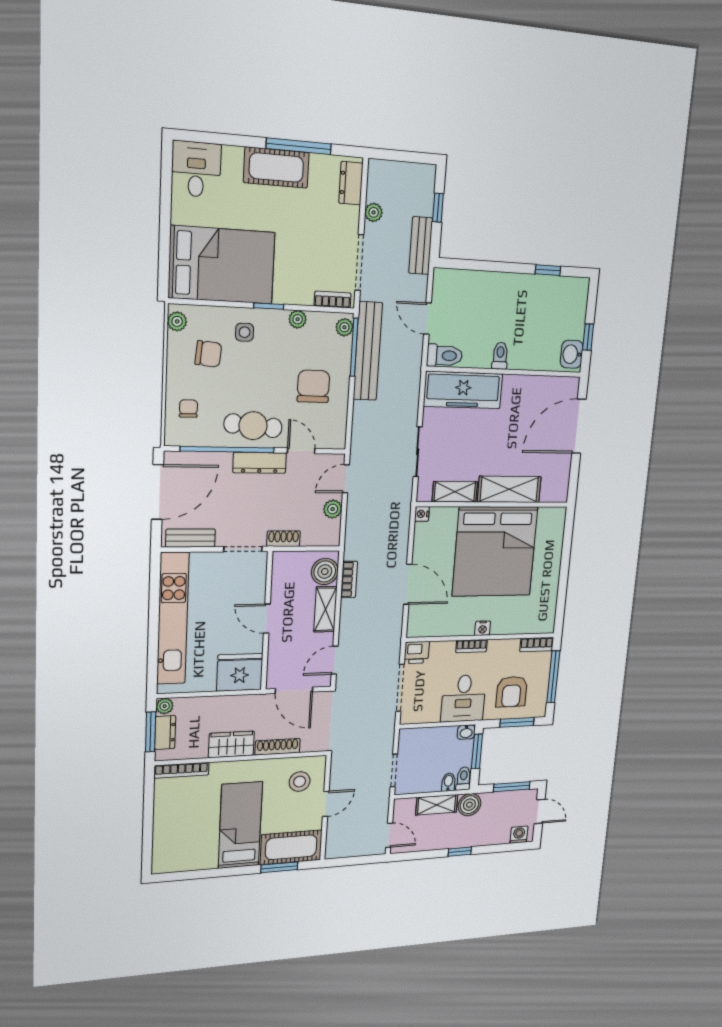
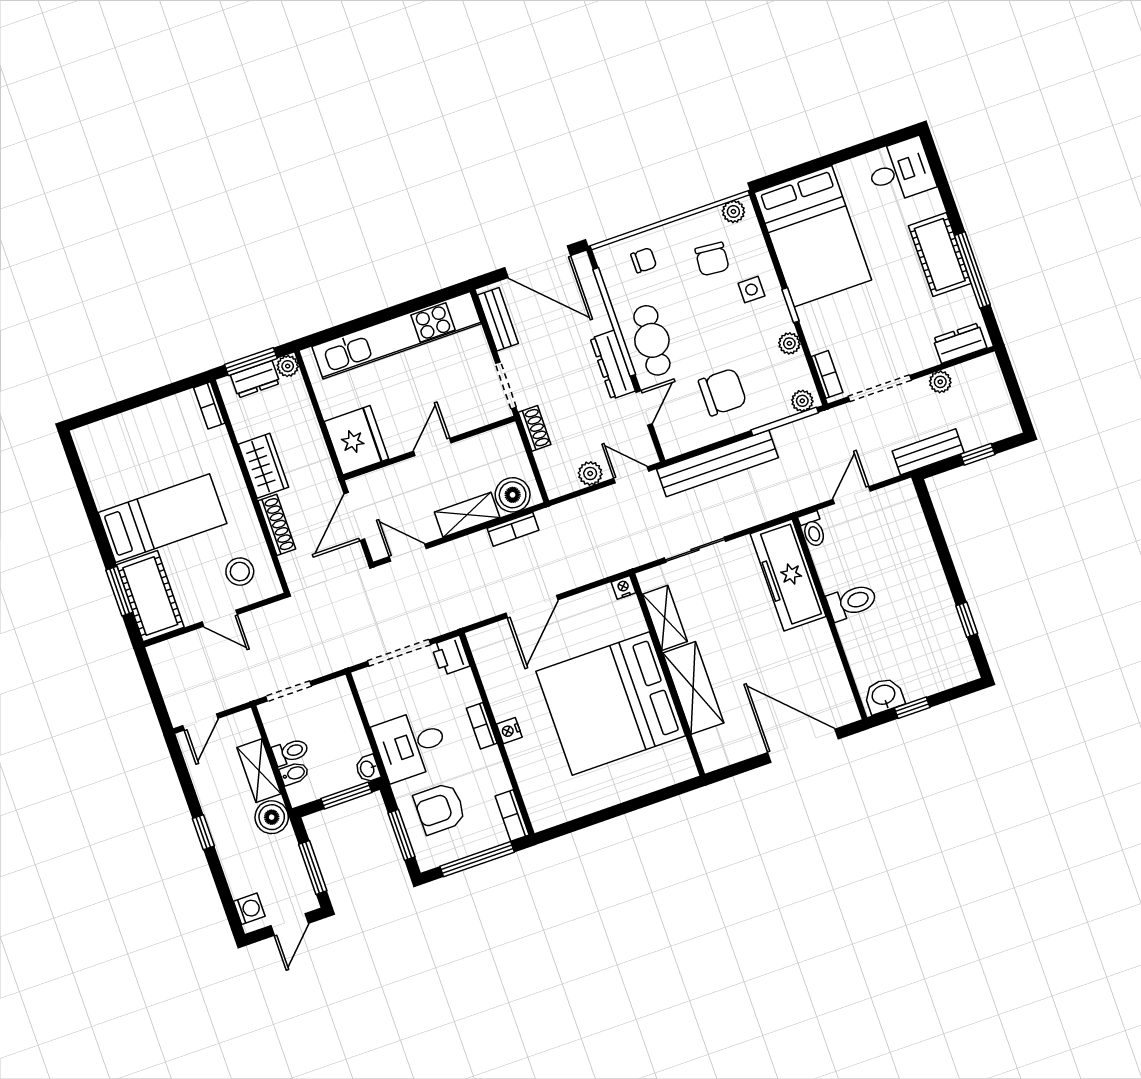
bench: (368, 351) -> (717, 463), moved
toilet: (444, 356) -> (813, 529), width x0.73, depth x0.72
toilet: (500, 356) -> (852, 602), width x1.37, depth x1.39
bookcase: (181, 770) -> (209, 405), width x0.64
toilet: (464, 779) -> (290, 752), moved

